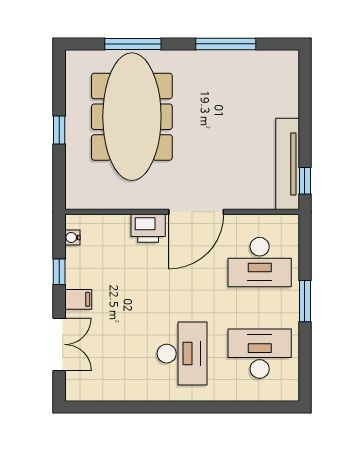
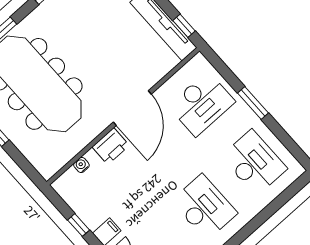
water cooler: (72, 238) -> (81, 165), moved, turned 90
desk: (260, 354) -> (254, 163), turned 90

